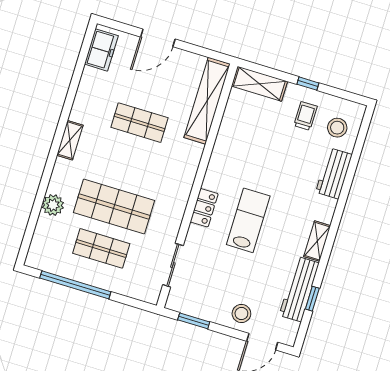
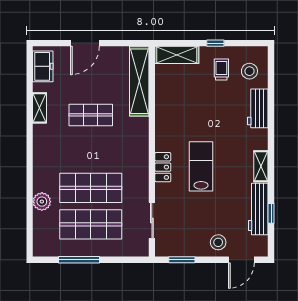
shelving: (70, 140) -> (40, 108), moved
shop shelf: (101, 248) -> (91, 224), width x1.43, depth x1.36
window: (75, 285) -> (79, 260), width x0.68

